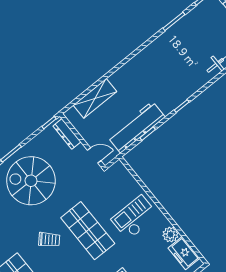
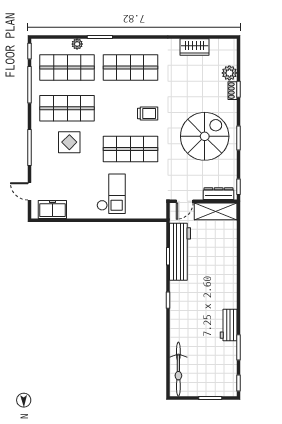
workbench: (163, 43) -> (229, 325), added
shelving: (95, 98) -> (216, 211), moved, turned 90
plant: (170, 234) -> (75, 211), removed
trolley: (49, 239) -> (148, 114), turned -133

